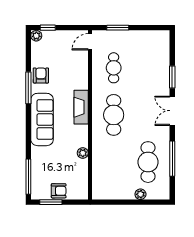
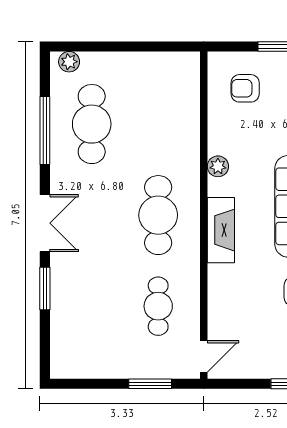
plant: (83, 153) -> (218, 166), moved
armchair: (59, 191) -> (245, 88), moved
plant: (140, 194) -> (69, 62), moved

